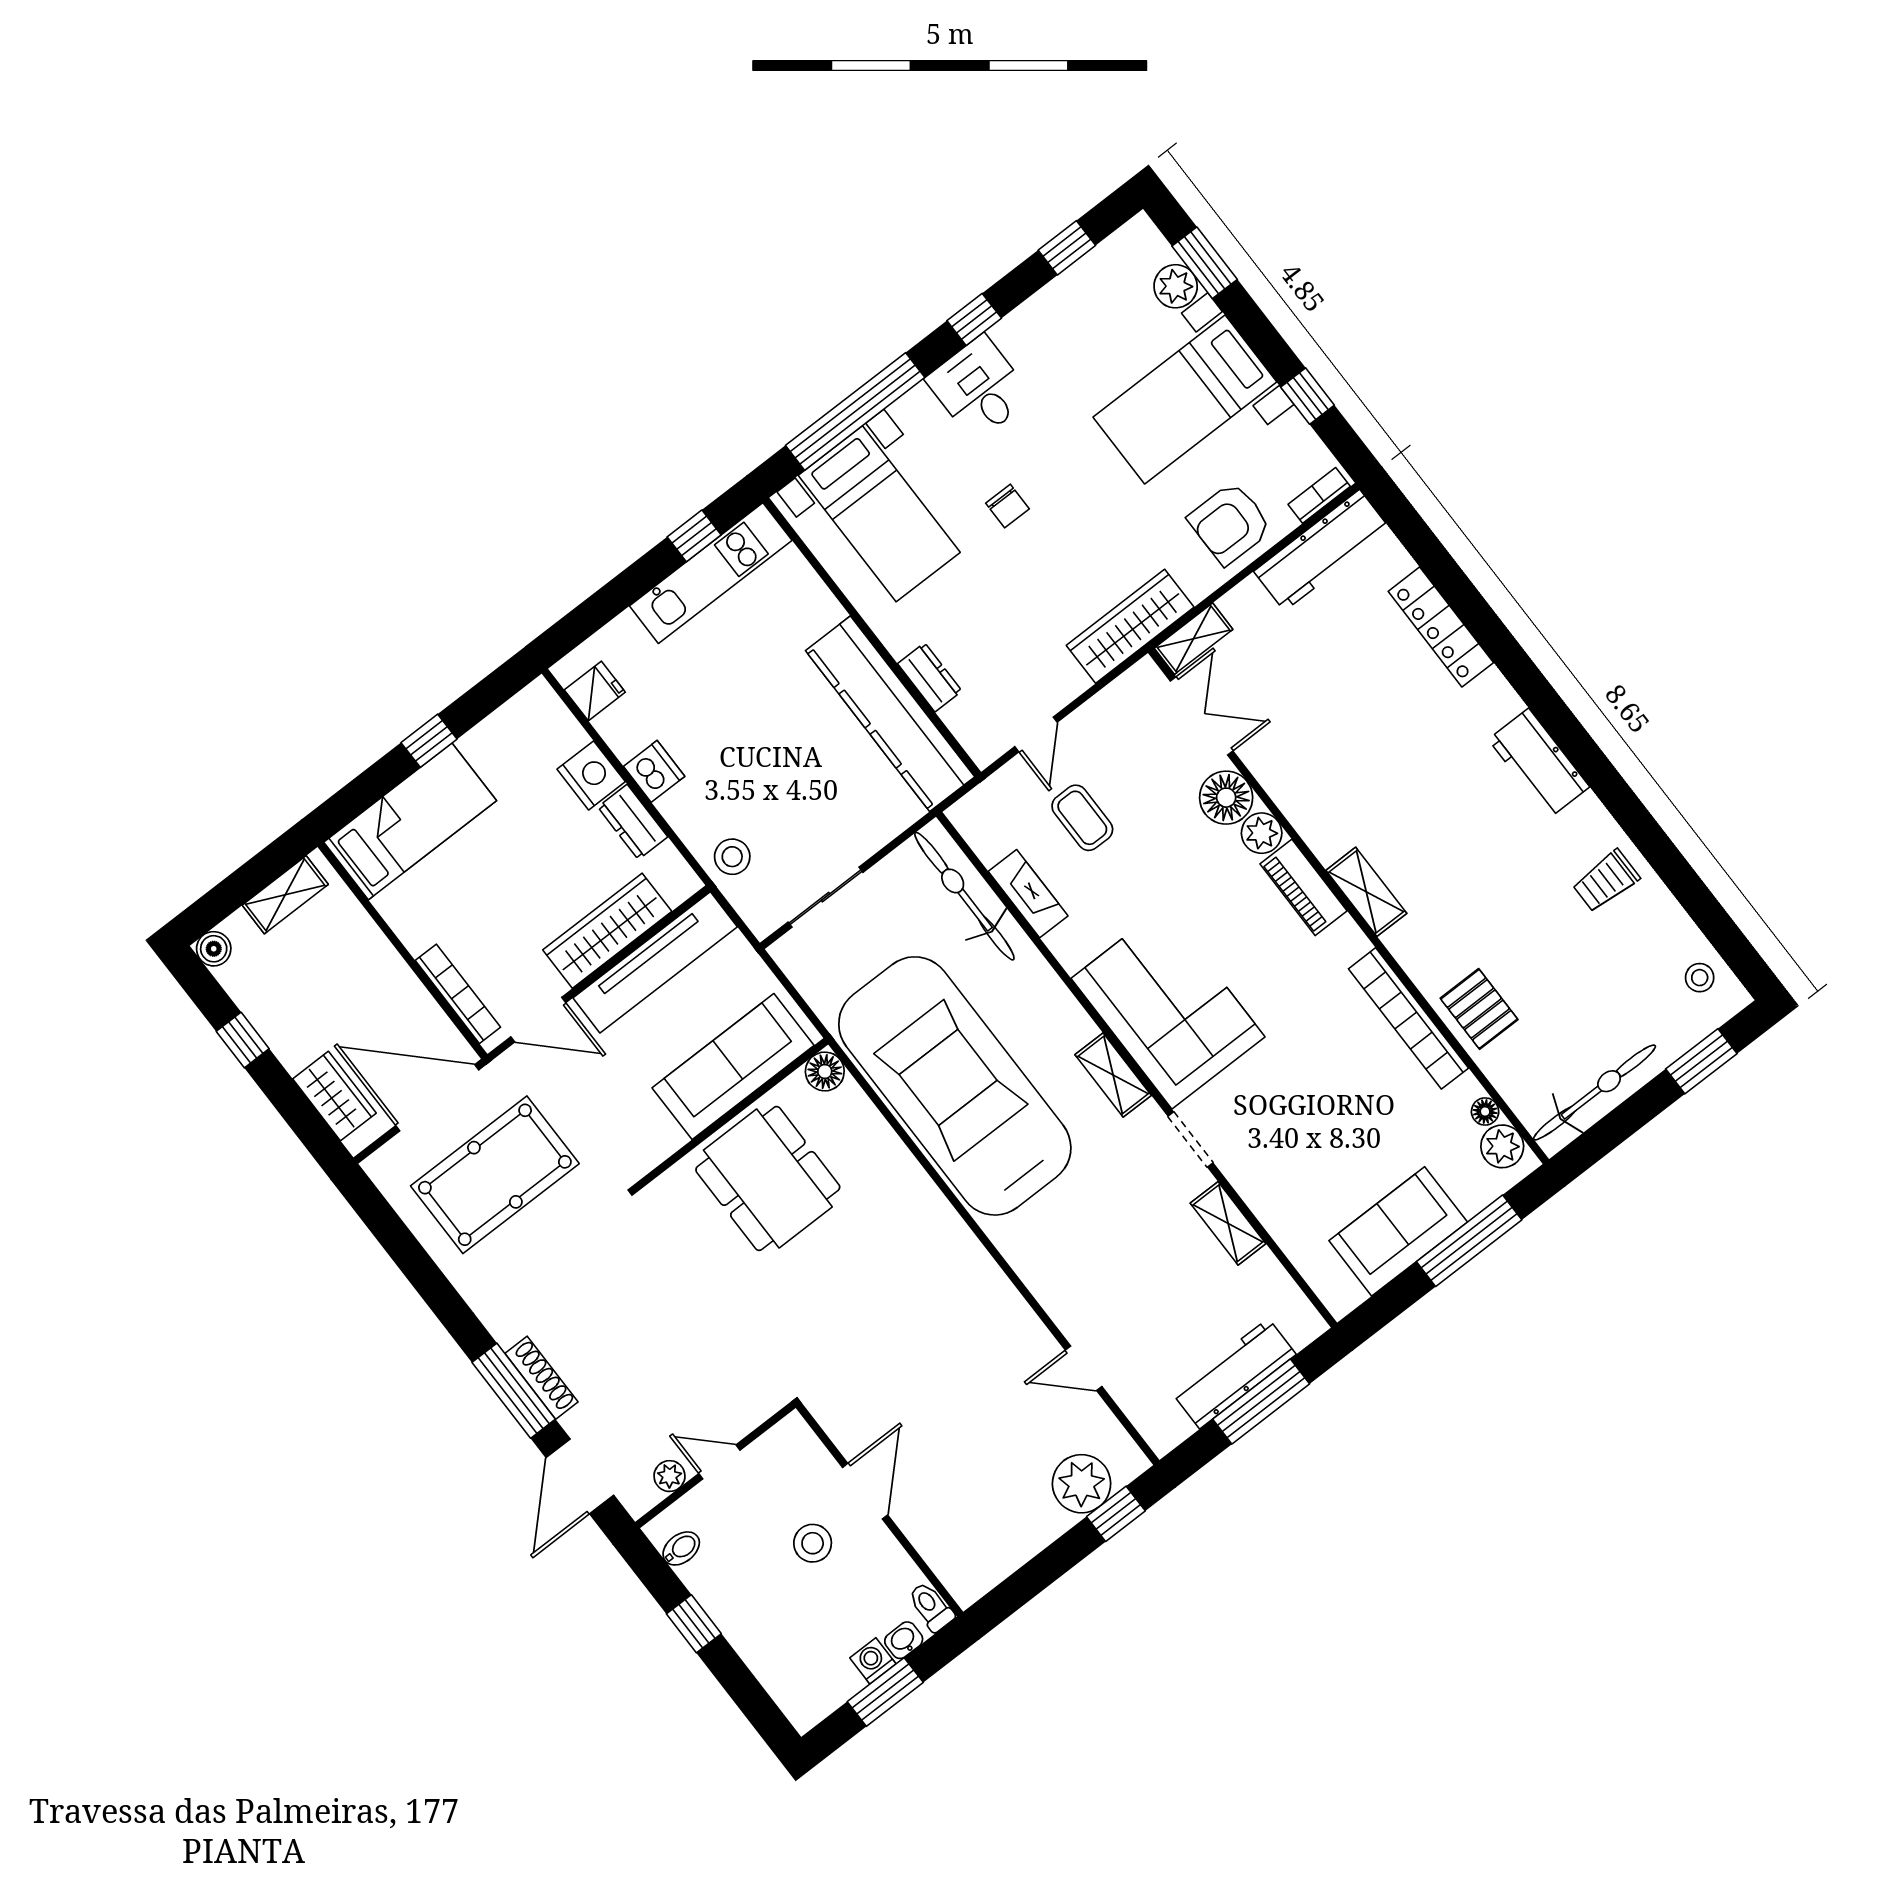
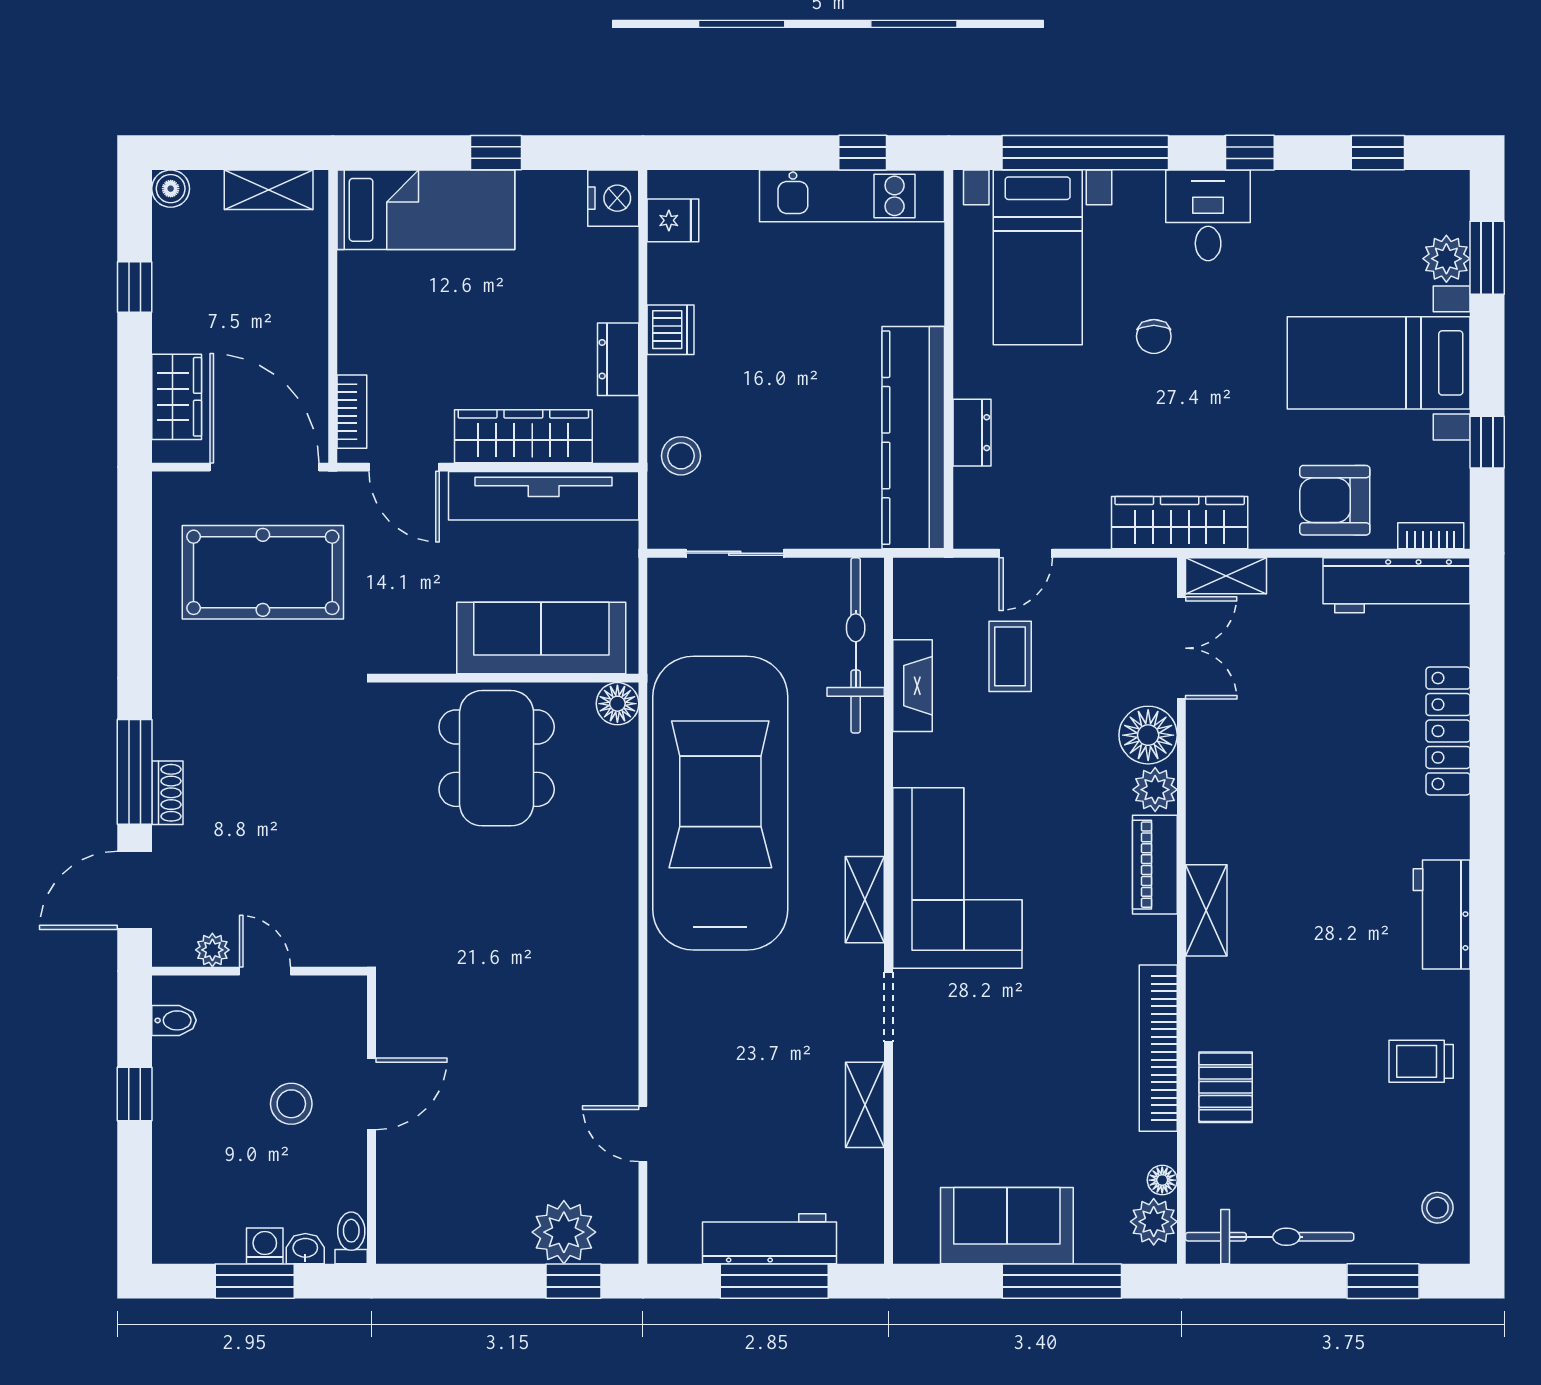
nightstand: (591, 775) -> (613, 198), moved
bookcase: (458, 994) -> (352, 412), width x0.64
shoe rack: (541, 1378) -> (167, 793), width x0.70

